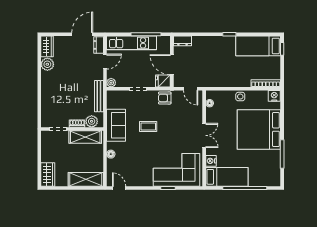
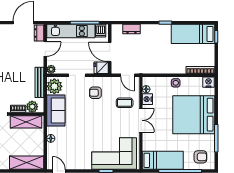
dresser: (182, 41) -> (131, 29), moved
dishwasher: (162, 43) -> (101, 31), added
armchair: (165, 98) -> (95, 93), moved
plant: (115, 100) -> (54, 86), added
coffee table: (148, 126) -> (125, 103), moved
nightstand: (211, 161) -> (147, 99), moved
armchair: (266, 173) -> (200, 157), added

